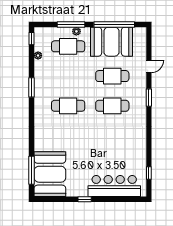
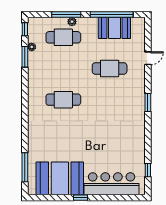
booth: (112, 42) -> (114, 28), width x0.73, depth x0.70
window: (32, 87) -> (25, 57), moved
window: (149, 98) -> (148, 102), moved
cafe table: (112, 106) -> (110, 100), removed
booth: (50, 174) -> (60, 178), moved, turned 90

